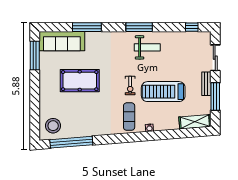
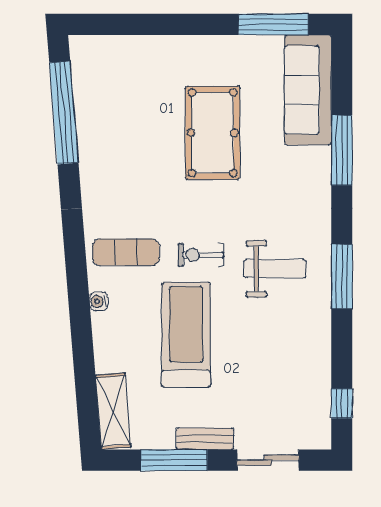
weight bench: (147, 47) -> (275, 269), moved, turned -90
stool: (53, 126) -> (104, 69), removed

